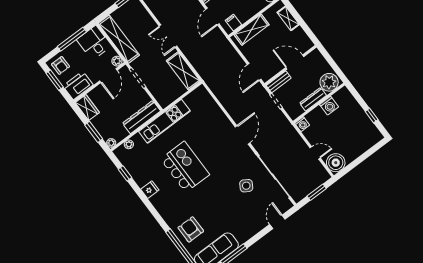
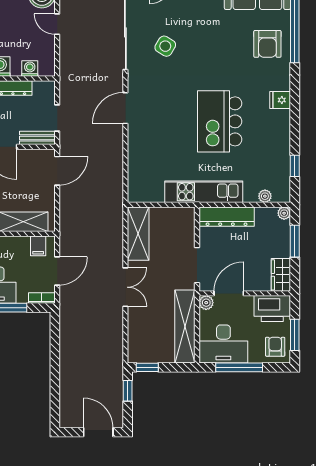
desk: (94, 43) -> (223, 344), width x1.37
washing machine: (302, 124) -> (30, 69), moved
fridge: (150, 190) -> (280, 100), moved

